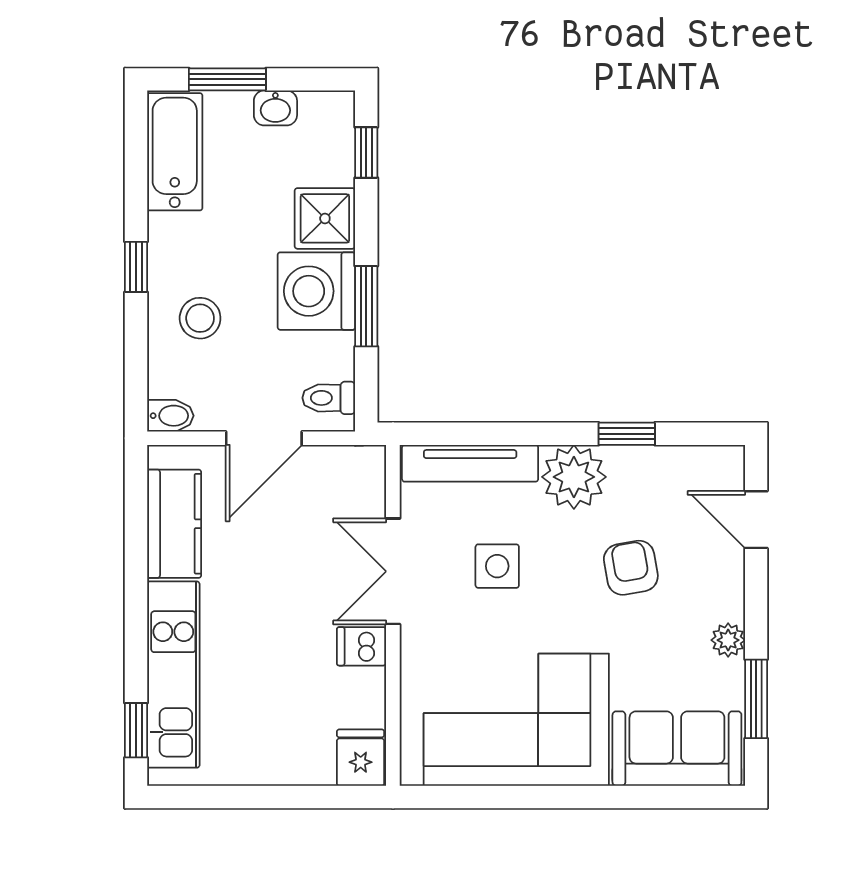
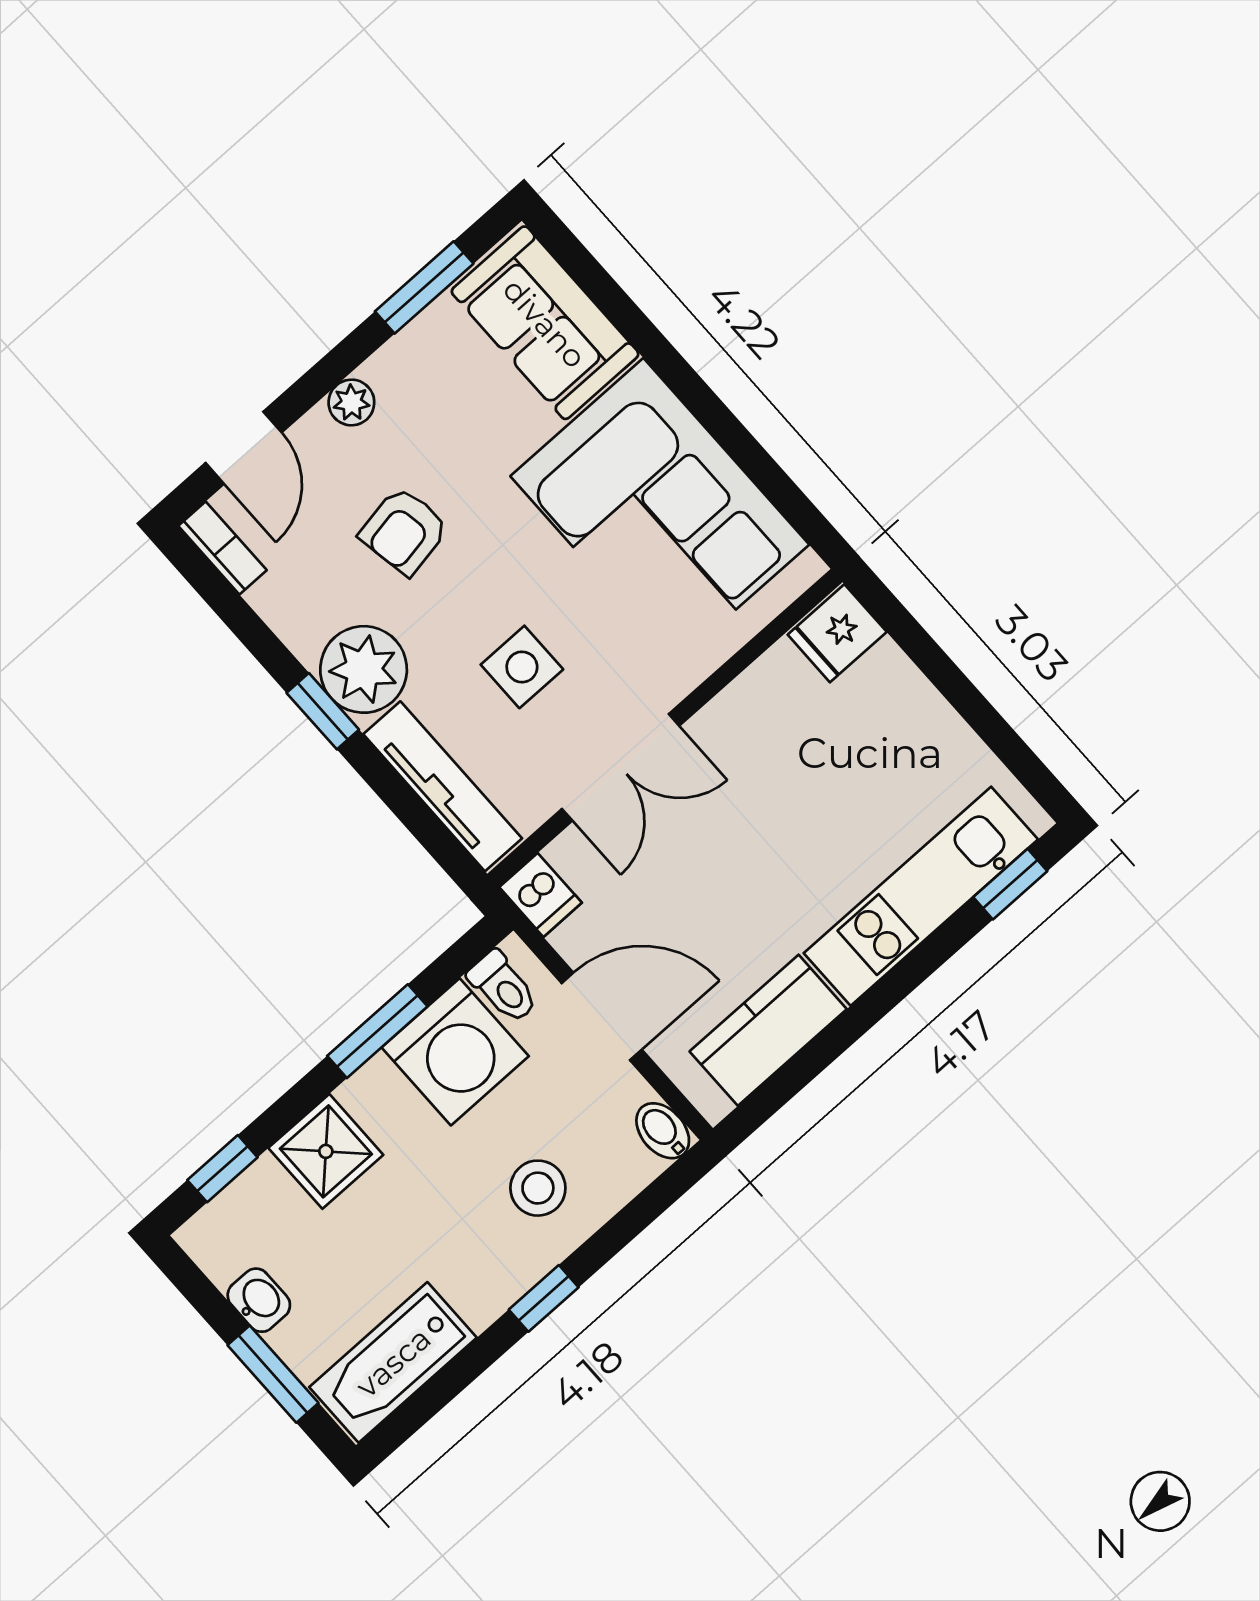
washing machine: (316, 291) -> (455, 1052), moved
window: (627, 434) -> (323, 711), moved
bookcase: (711, 458) -> (222, 548), added
plant: (728, 640) -> (351, 402), moved
dishwasher: (362, 646) -> (540, 895), moved

